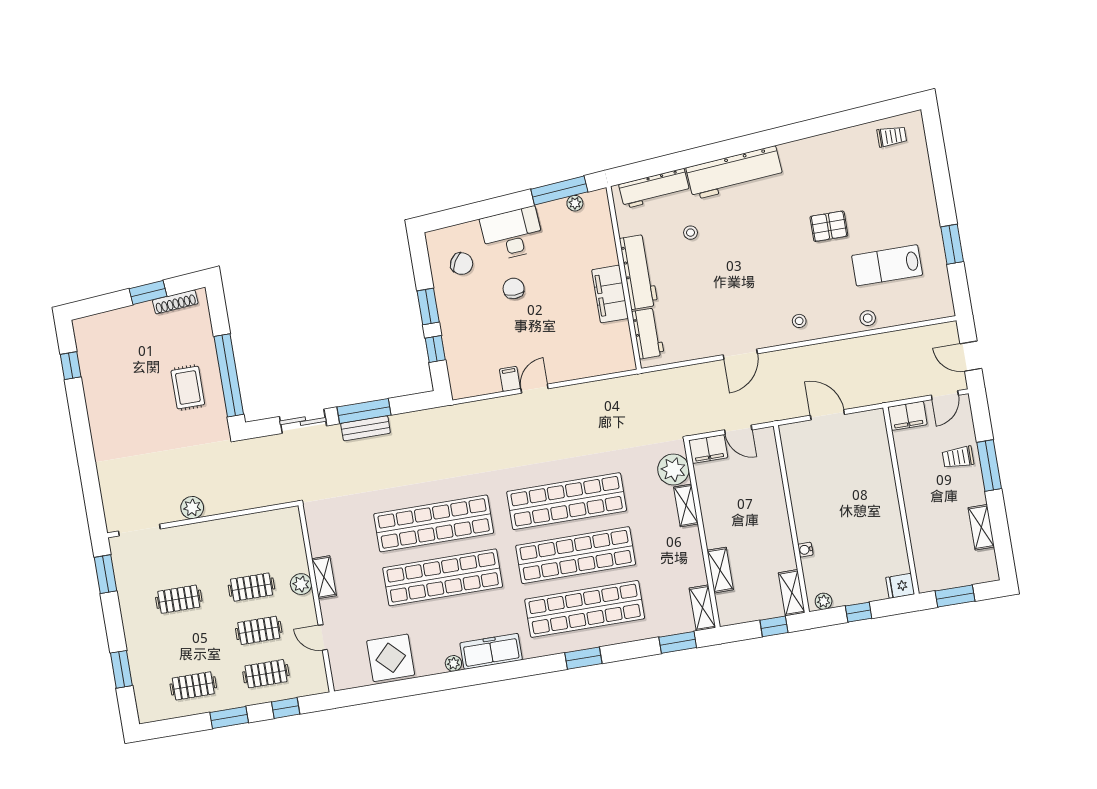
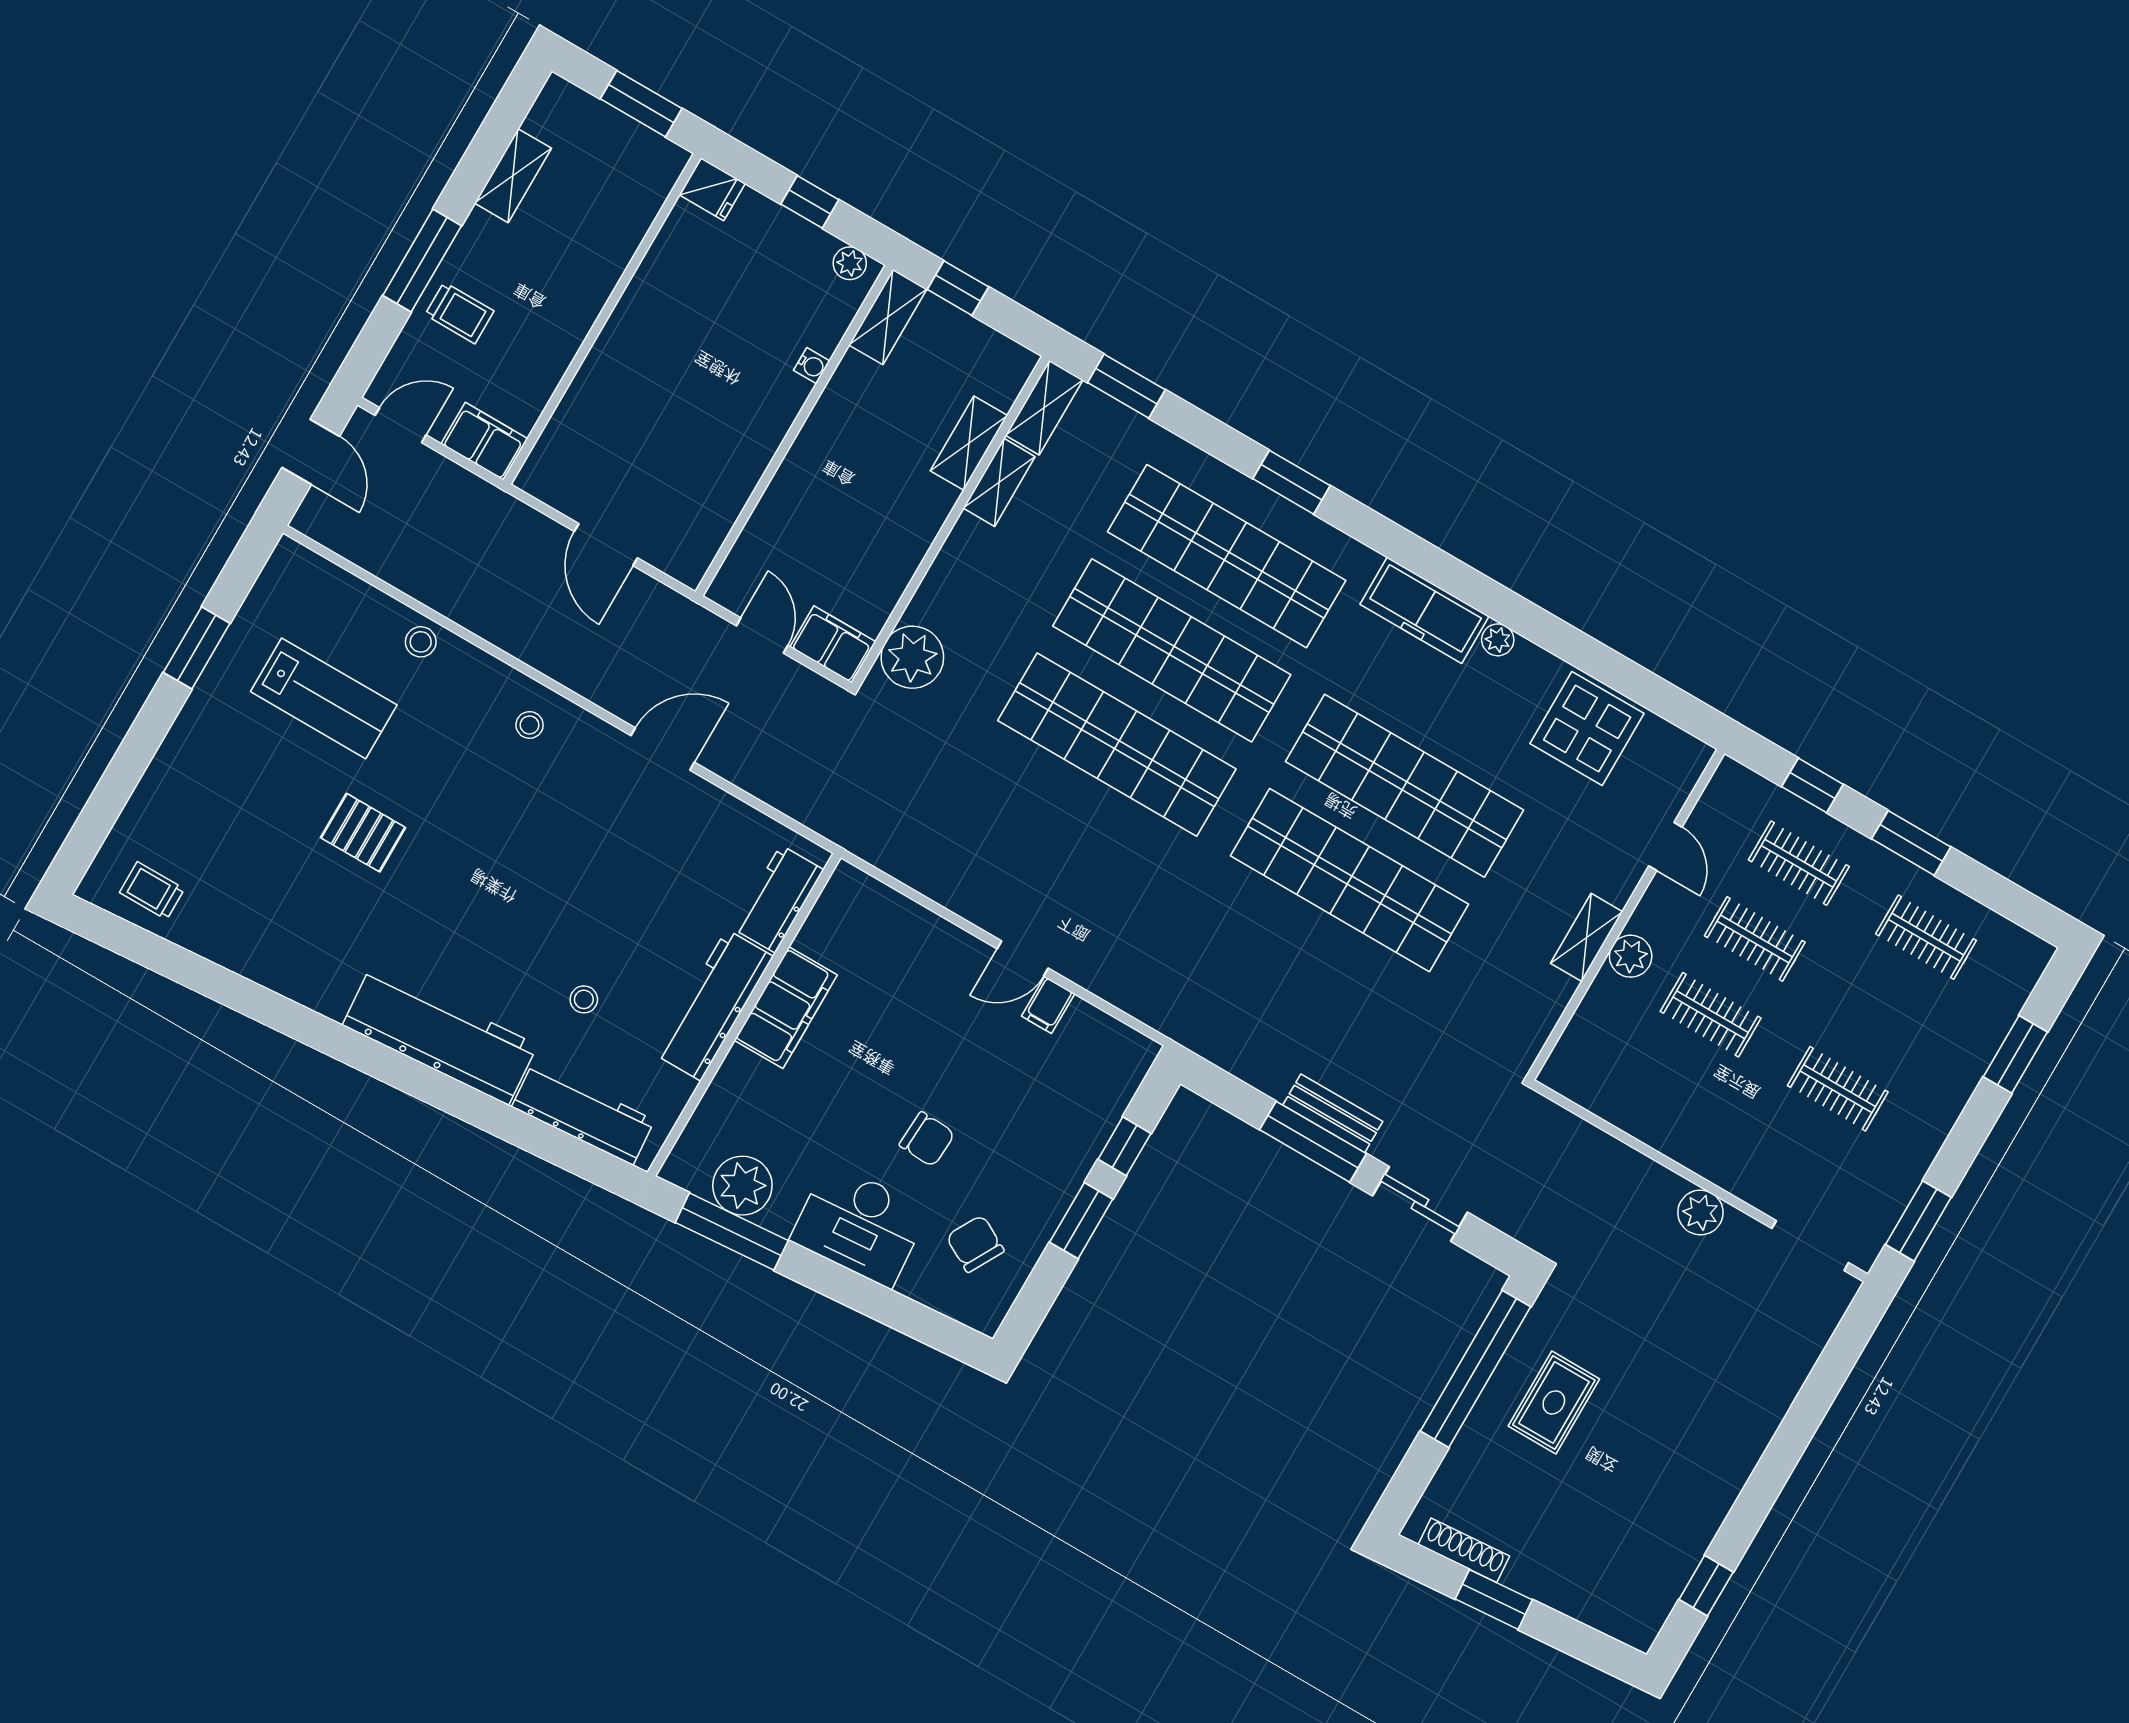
plant: (575, 203) -> (742, 1186), width x1.88, depth x1.88
chair: (514, 288) -> (927, 1139), turned -87
shelving: (686, 505) -> (999, 482), moved

